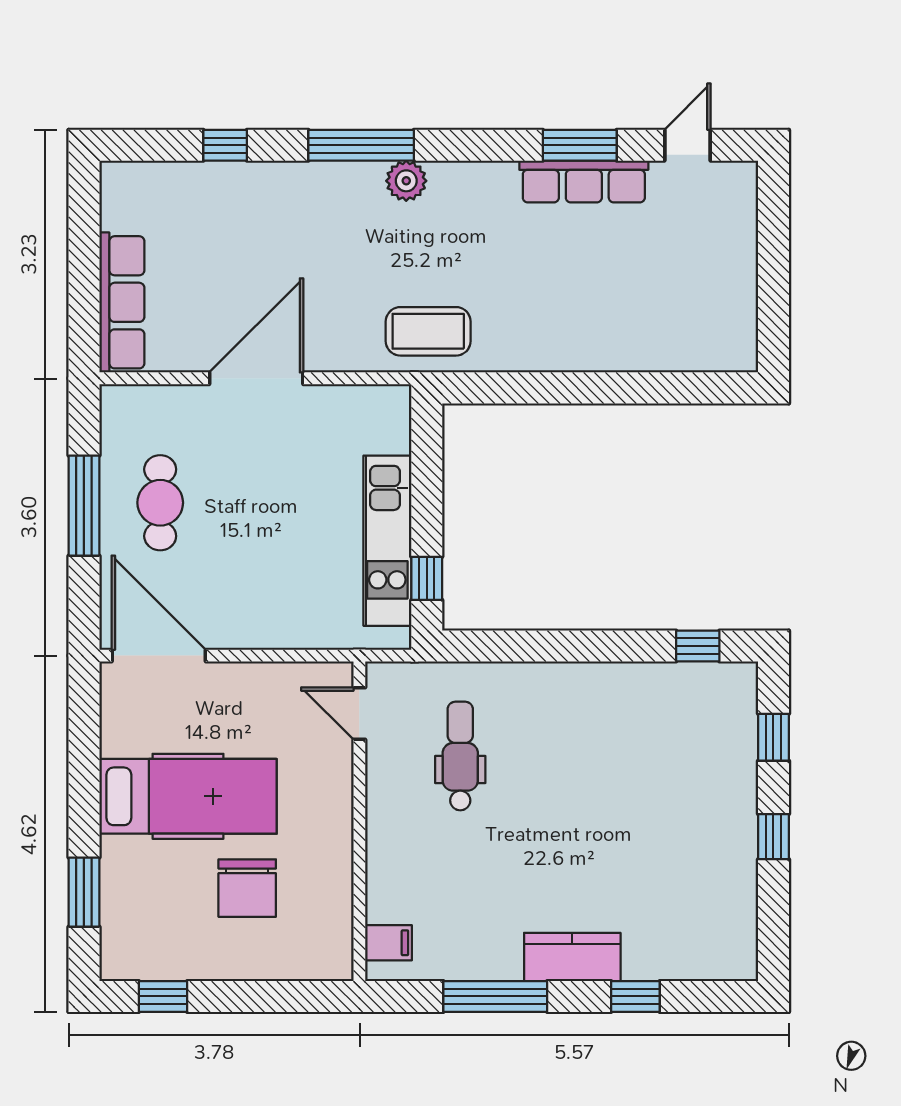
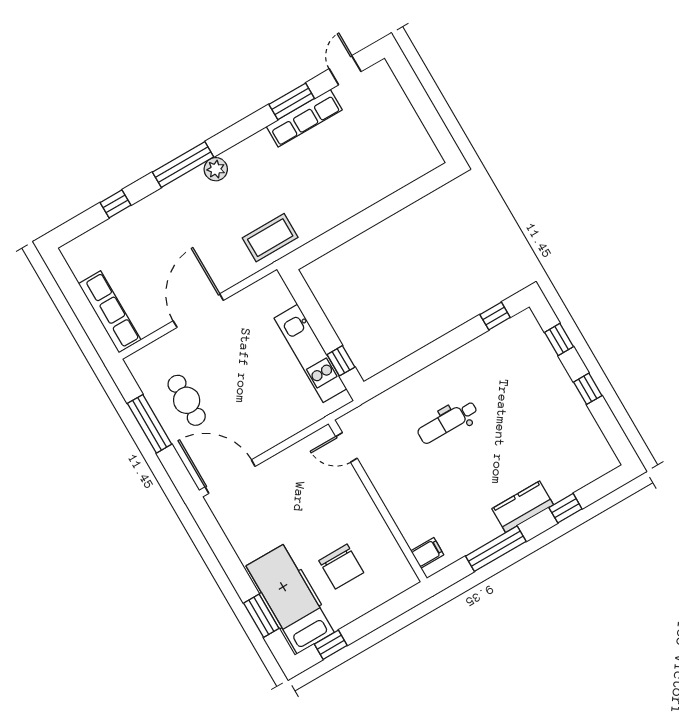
dental chair: (460, 756) -> (447, 422), moved, turned -90
hospital bed: (188, 796) -> (290, 599), moved, turned -90

